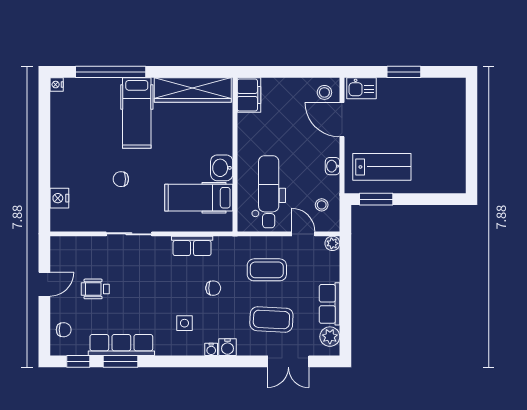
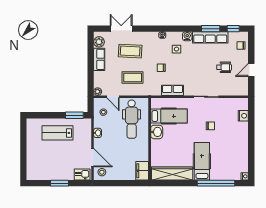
lab bench: (382, 167) -> (57, 133), moved
water cooler: (227, 347) -> (187, 36), moved

